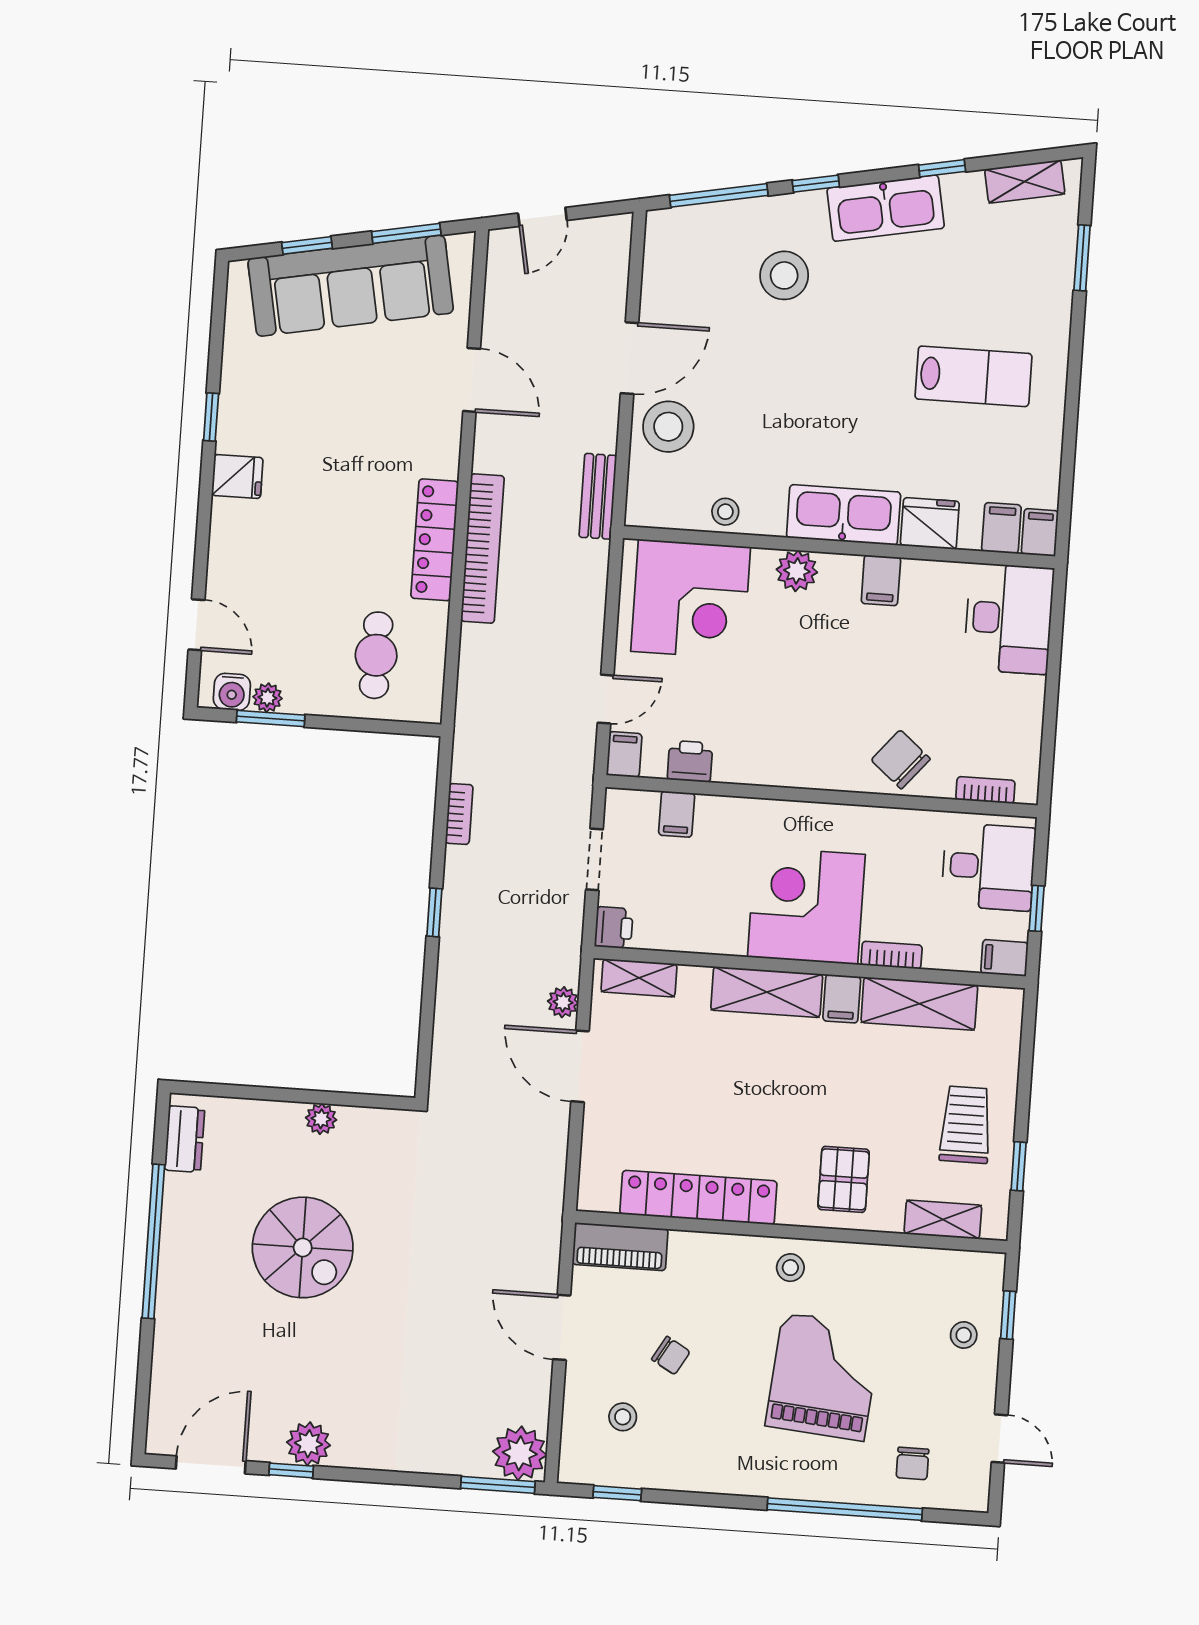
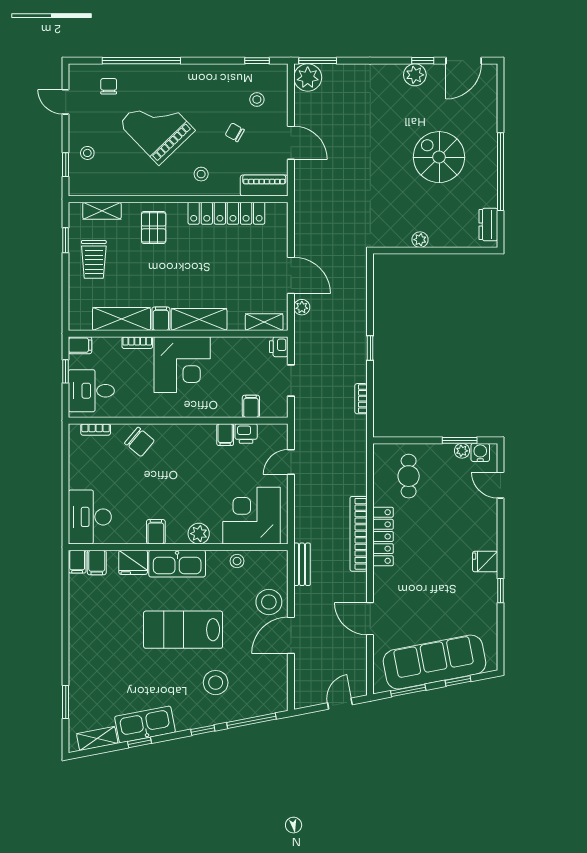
kitchen sink: (886, 208) -> (145, 724), moved
lab bench: (974, 376) -> (183, 630), moved, width x1.36, depth x1.39
filing cabinet: (624, 754) -> (225, 435), moved
spiral stairs: (303, 1247) -> (439, 157), moved
stool: (790, 1268) -> (201, 174), moved
grand piano: (823, 1377) -> (157, 127), turned 131

